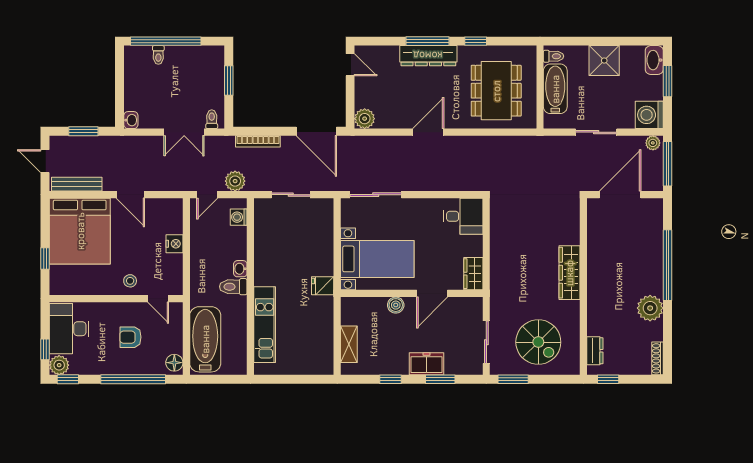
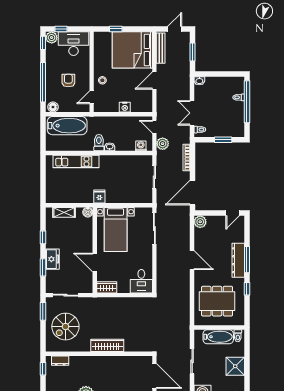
boiler: (396, 305) -> (88, 212), moved

